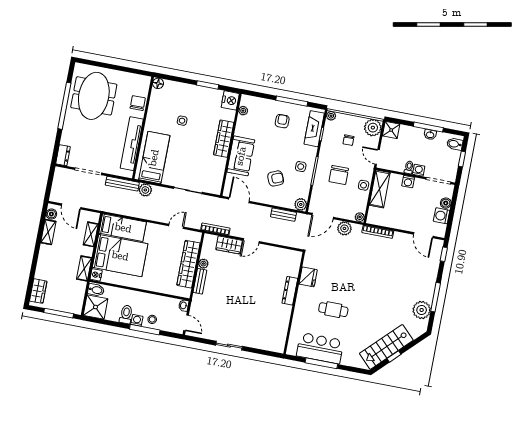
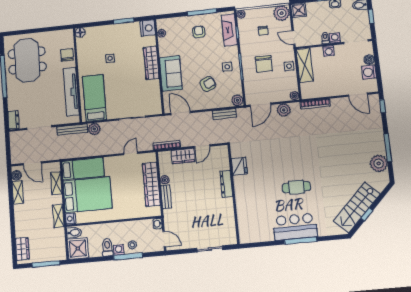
fridge: (308, 277) -> (239, 166), moved
dresser: (290, 291) -> (226, 184), moved
wall: (294, 303) -> (234, 194), moved

